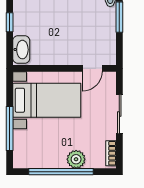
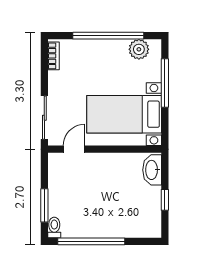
sliding door: (119, 114) -> (44, 118), moved
plant: (76, 159) -> (139, 49), moved

